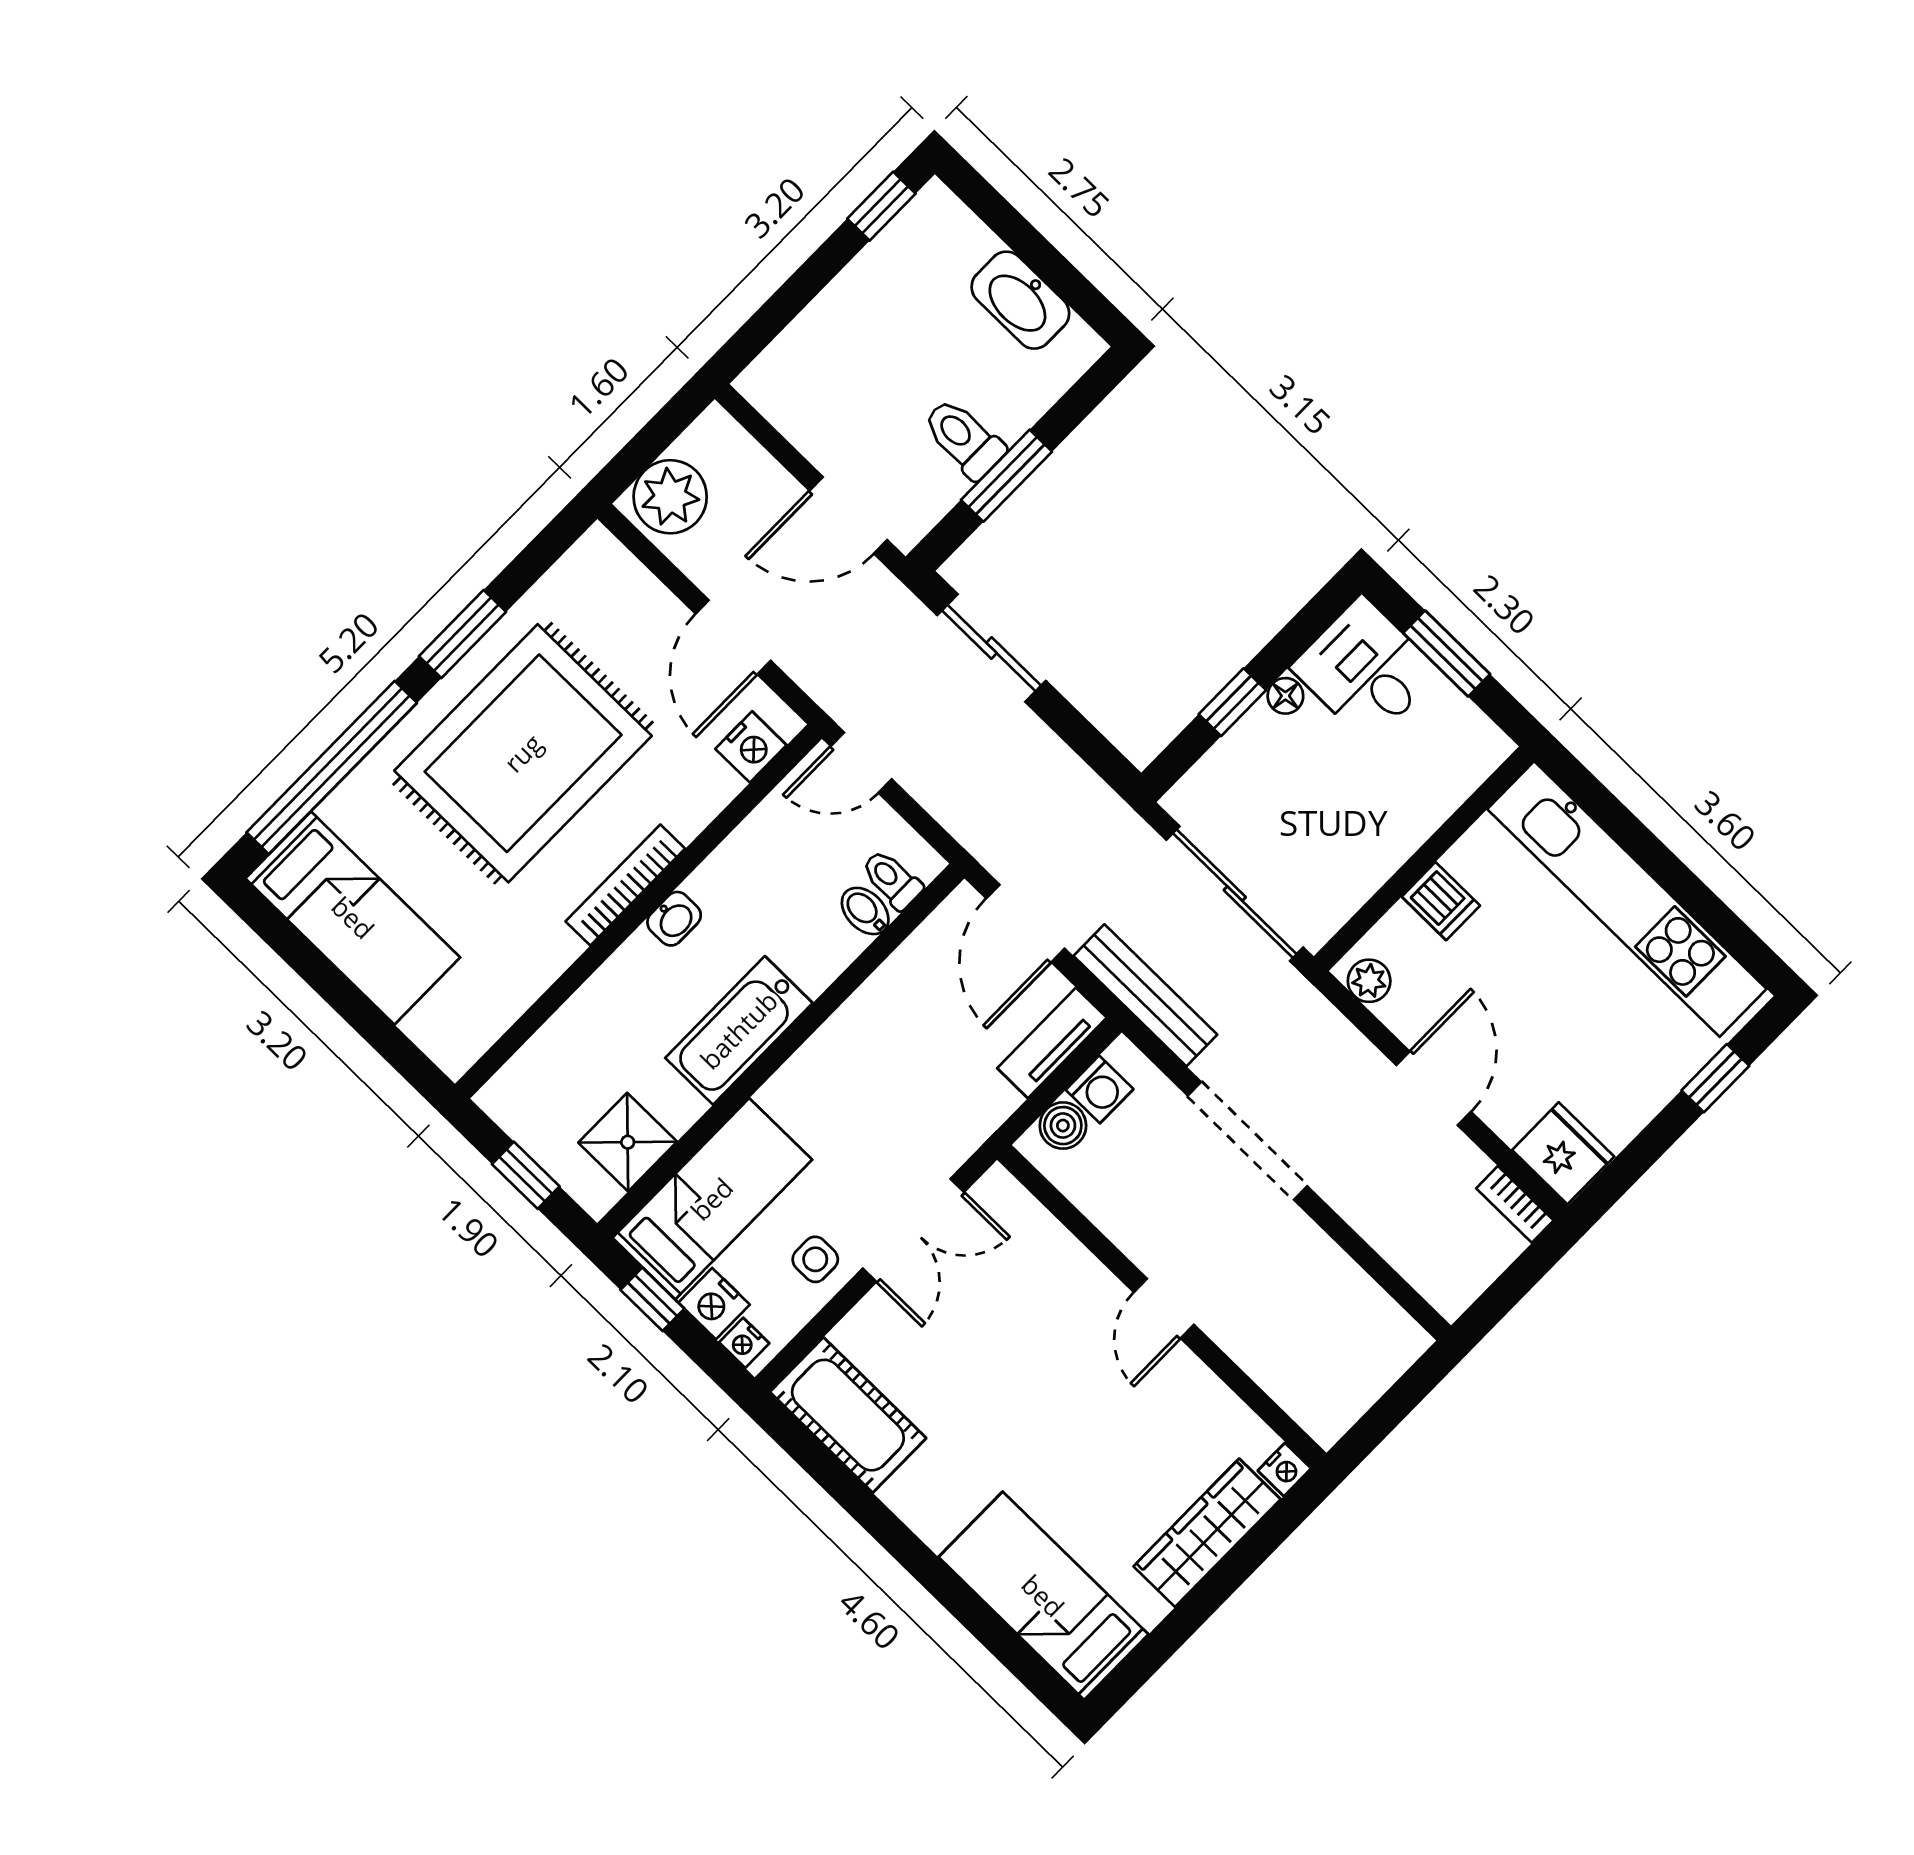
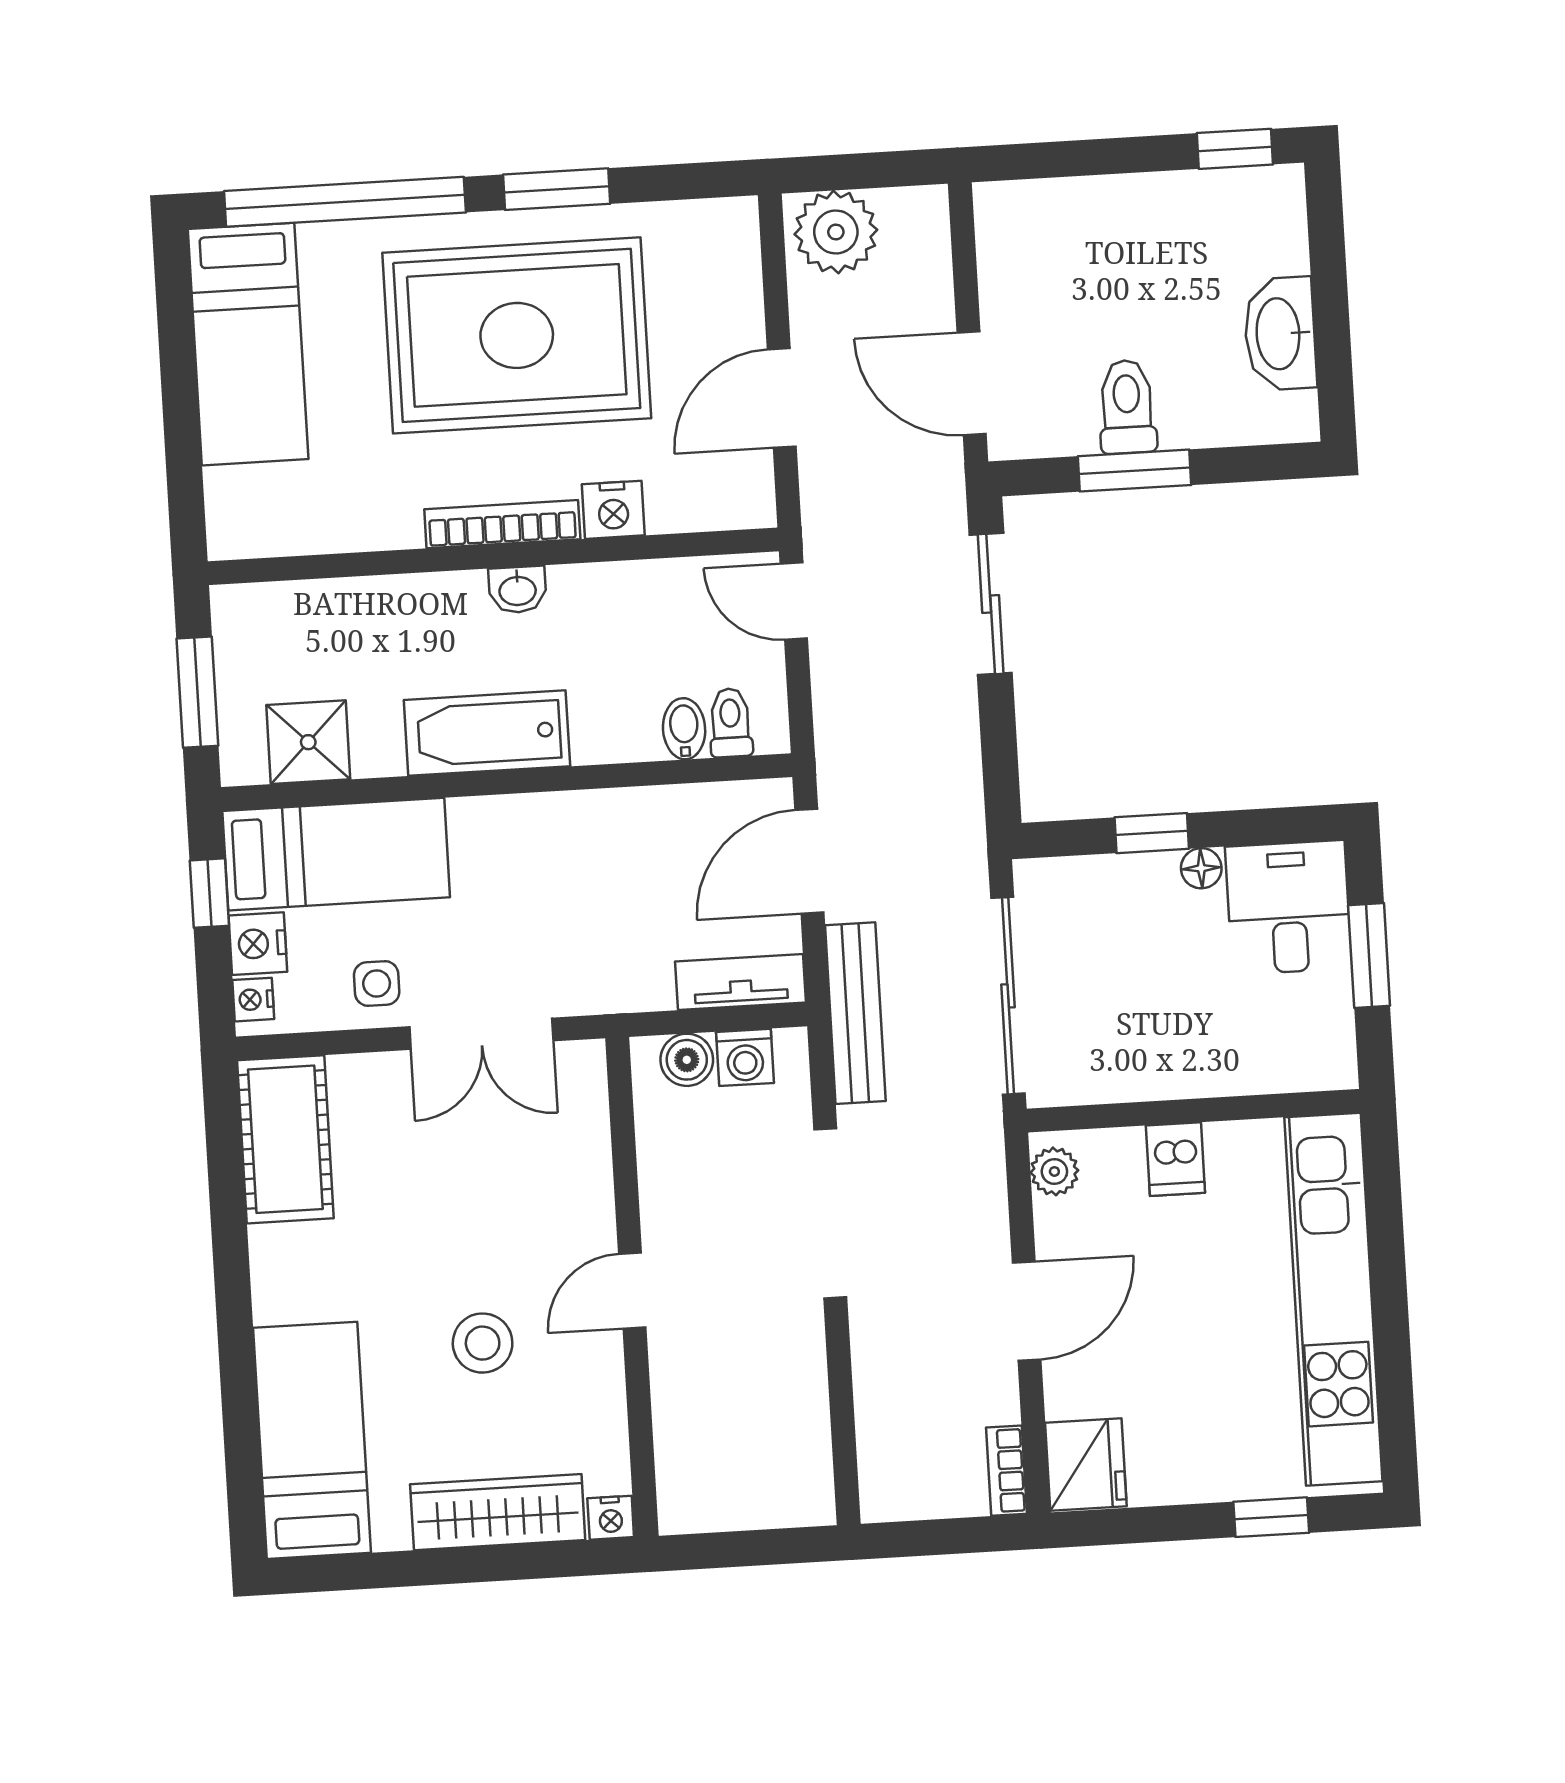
nightstand: (751, 747) -> (613, 510), moved
window: (526, 1175) -> (197, 692), width x1.50
stool: (1097, 1431) -> (483, 1343), added

